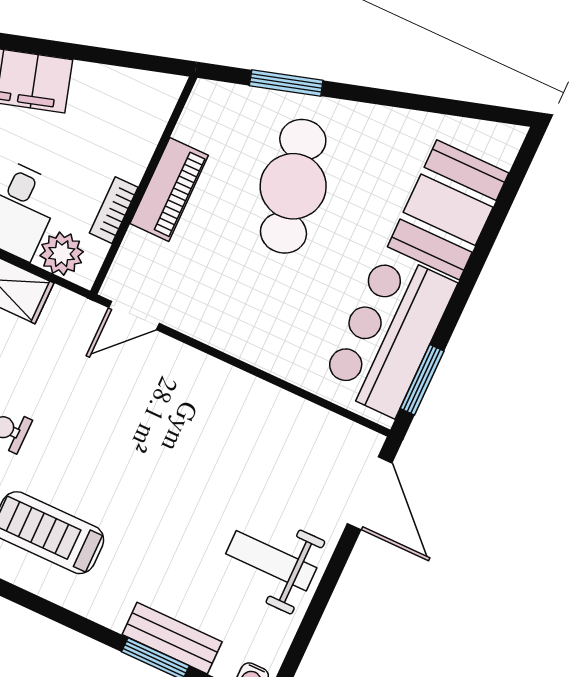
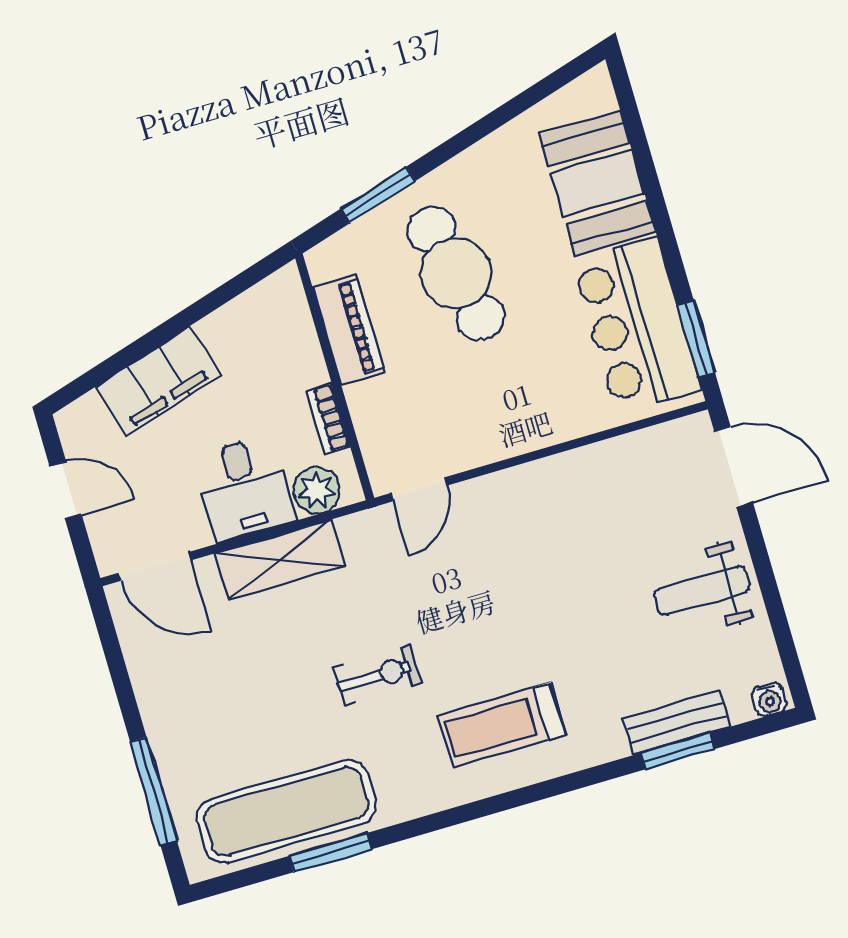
piano: (169, 189) -> (349, 330), moved

